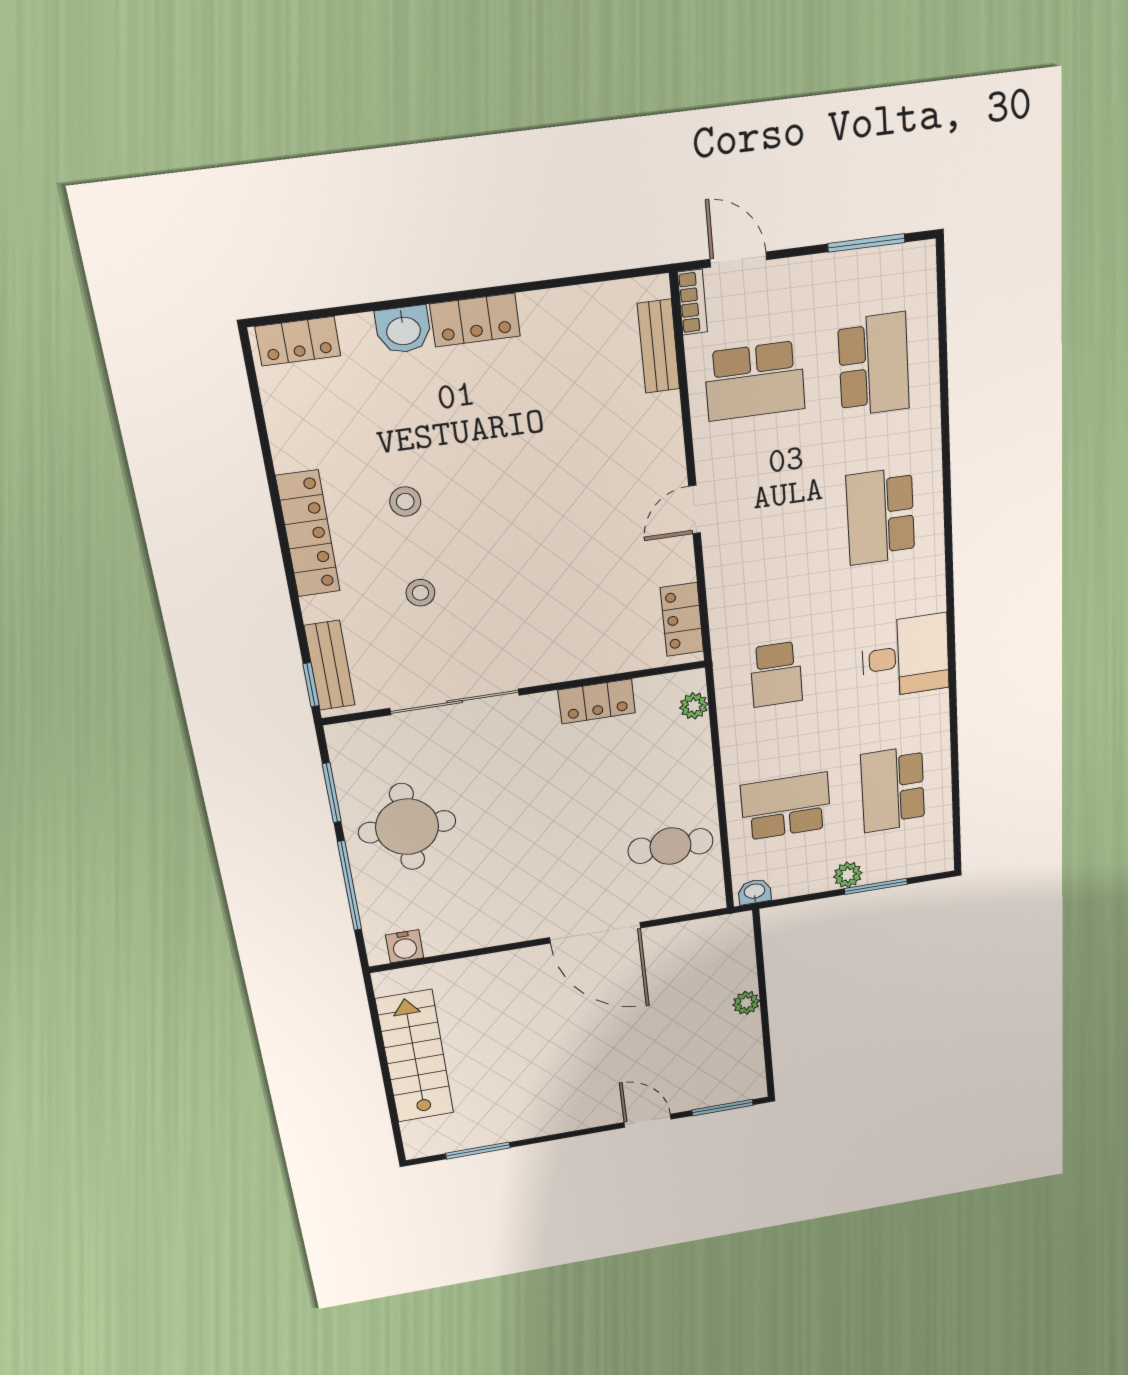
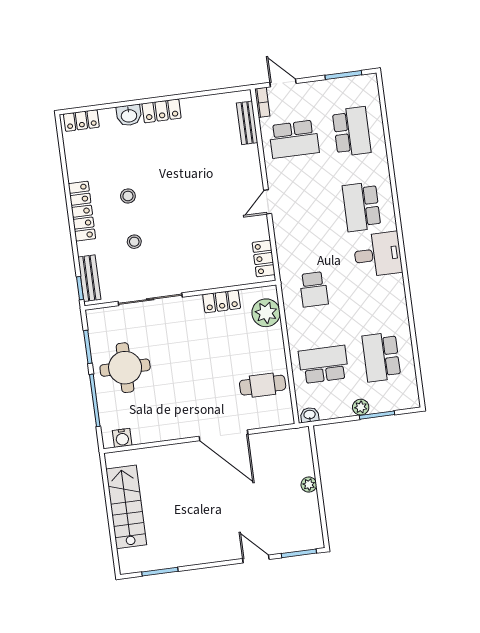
desk: (905, 656) -> (378, 254), moved
plant: (694, 706) -> (266, 313), width x1.88, depth x1.88

